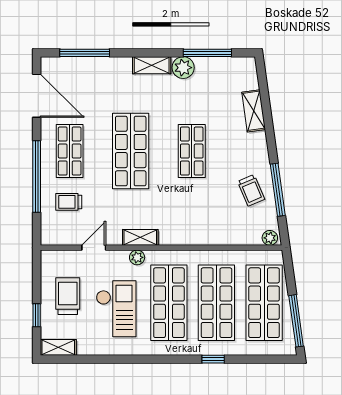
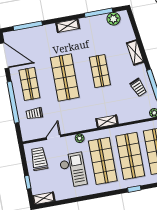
plant: (183, 68) -> (113, 19), moved
shelving: (254, 111) -> (135, 52), moved
shelving: (140, 237) -> (107, 121), moved
trolley: (68, 296) -> (39, 159), moved

